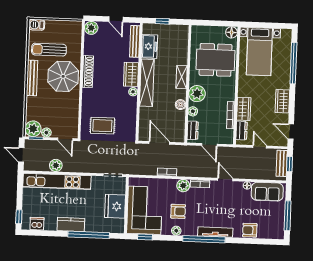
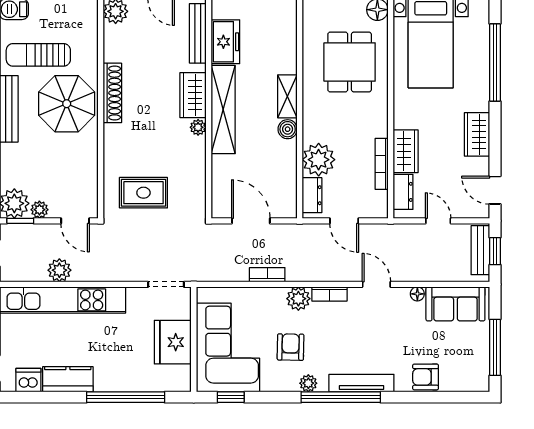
dining table: (216, 60) -> (350, 62), width x0.73
plant: (197, 94) -> (317, 126), removed
boiler: (181, 105) -> (288, 129), moved
plant: (193, 111) -> (319, 160), width x1.88, depth x1.88
armchair: (178, 211) -> (291, 347), turned -89
kitchen counter: (71, 225) -> (68, 379), moved
plant: (176, 231) -> (308, 383), moved

